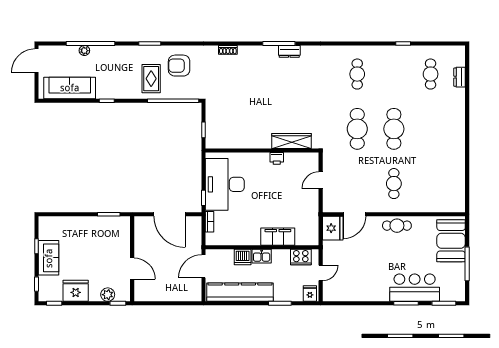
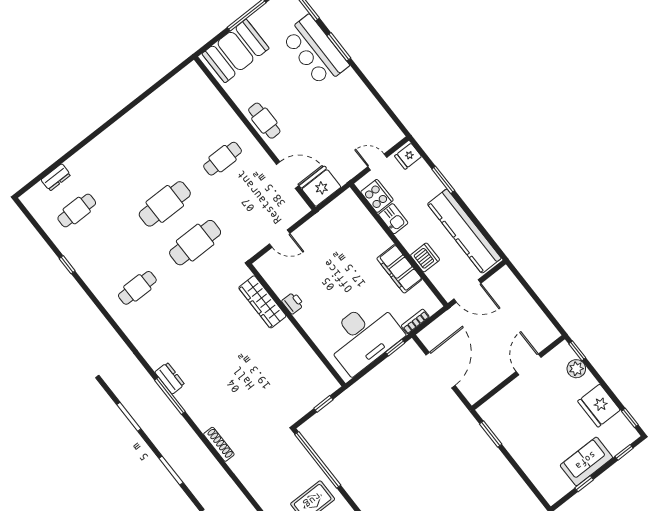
shoe rack: (228, 50) -> (219, 444), width x1.43
armchair: (179, 66) -> (276, 483), removed
filing cabinet: (278, 237) -> (399, 269), moved
kitchen sink: (262, 256) -> (393, 219), moved

